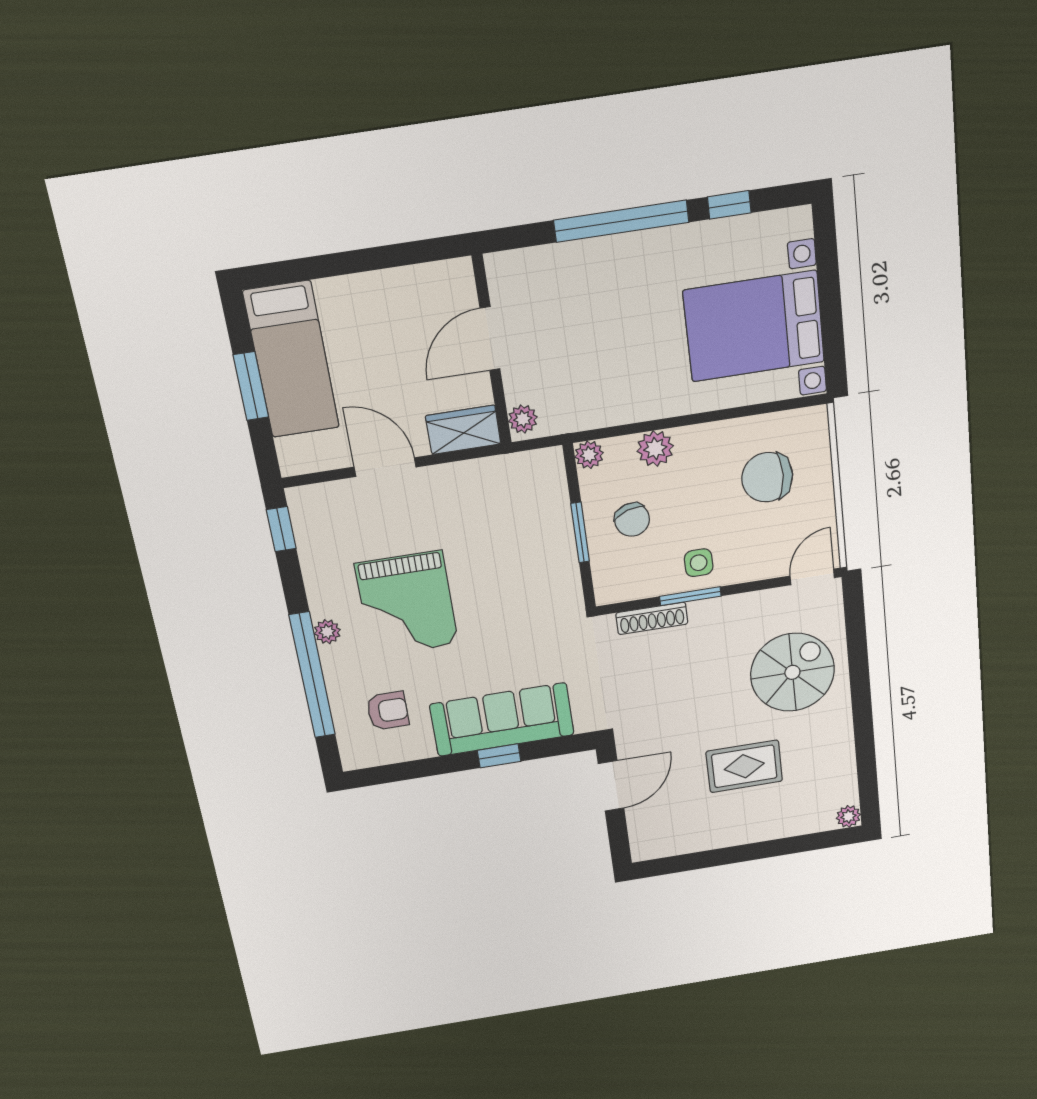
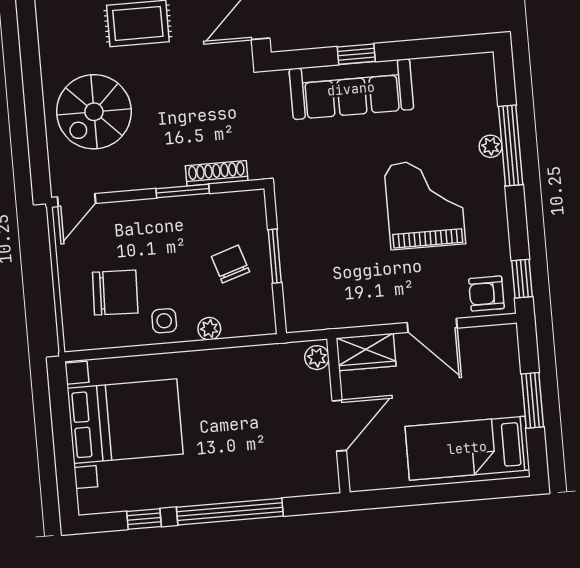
bed: (291, 360) -> (467, 448), moved, turned -90
plant: (655, 449) -> (209, 329), width x0.73, depth x0.73
plant: (589, 455) -> (264, 323), removed
side table: (699, 563) -> (164, 321), moved
plant: (327, 632) -> (491, 146), moved
window: (312, 675) -> (511, 145), width x0.68
armchair: (388, 711) -> (486, 294), moved

